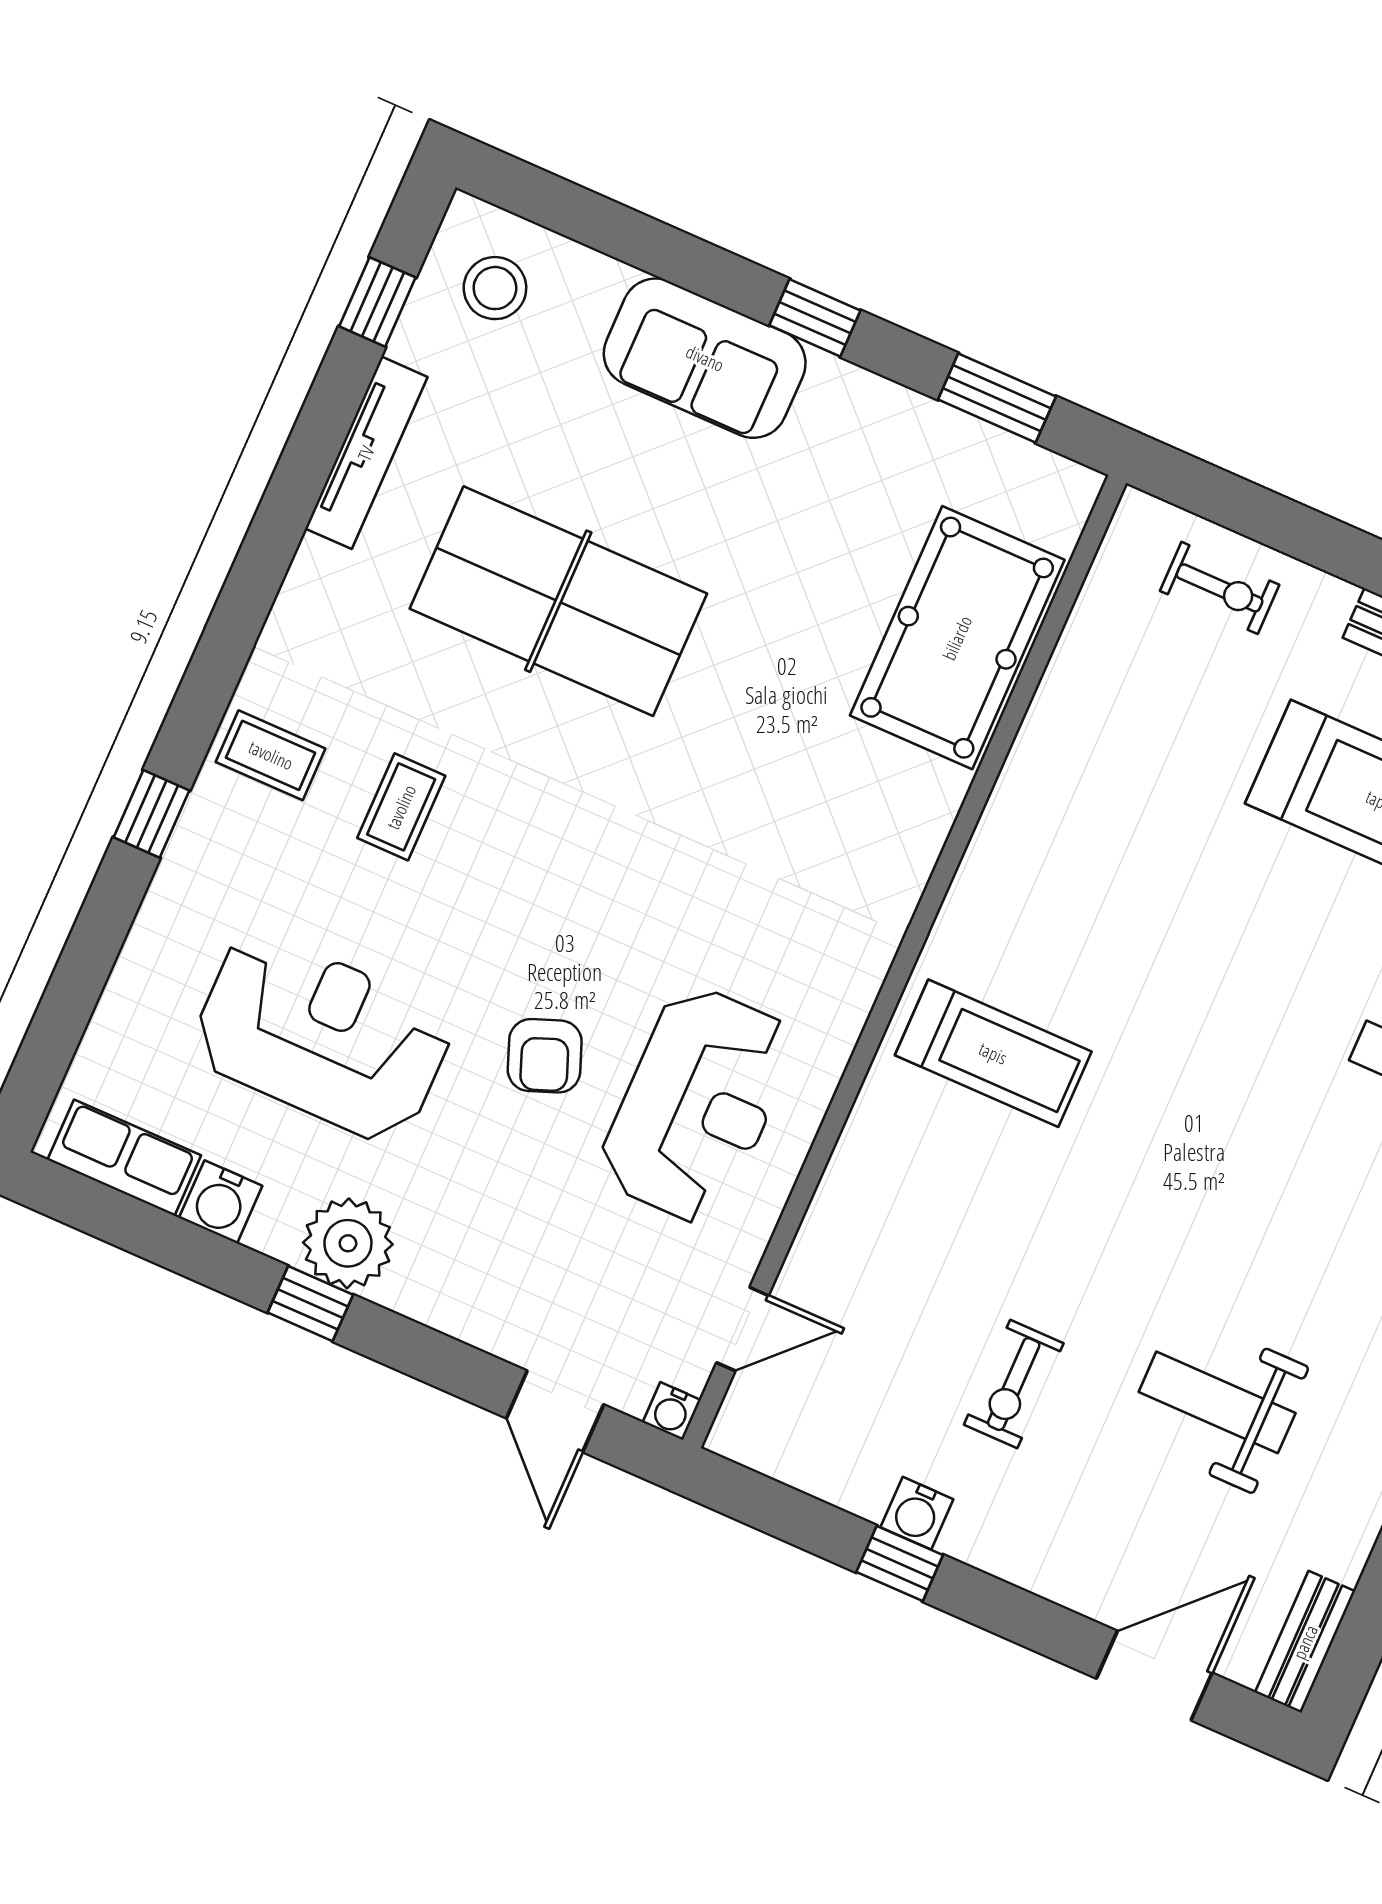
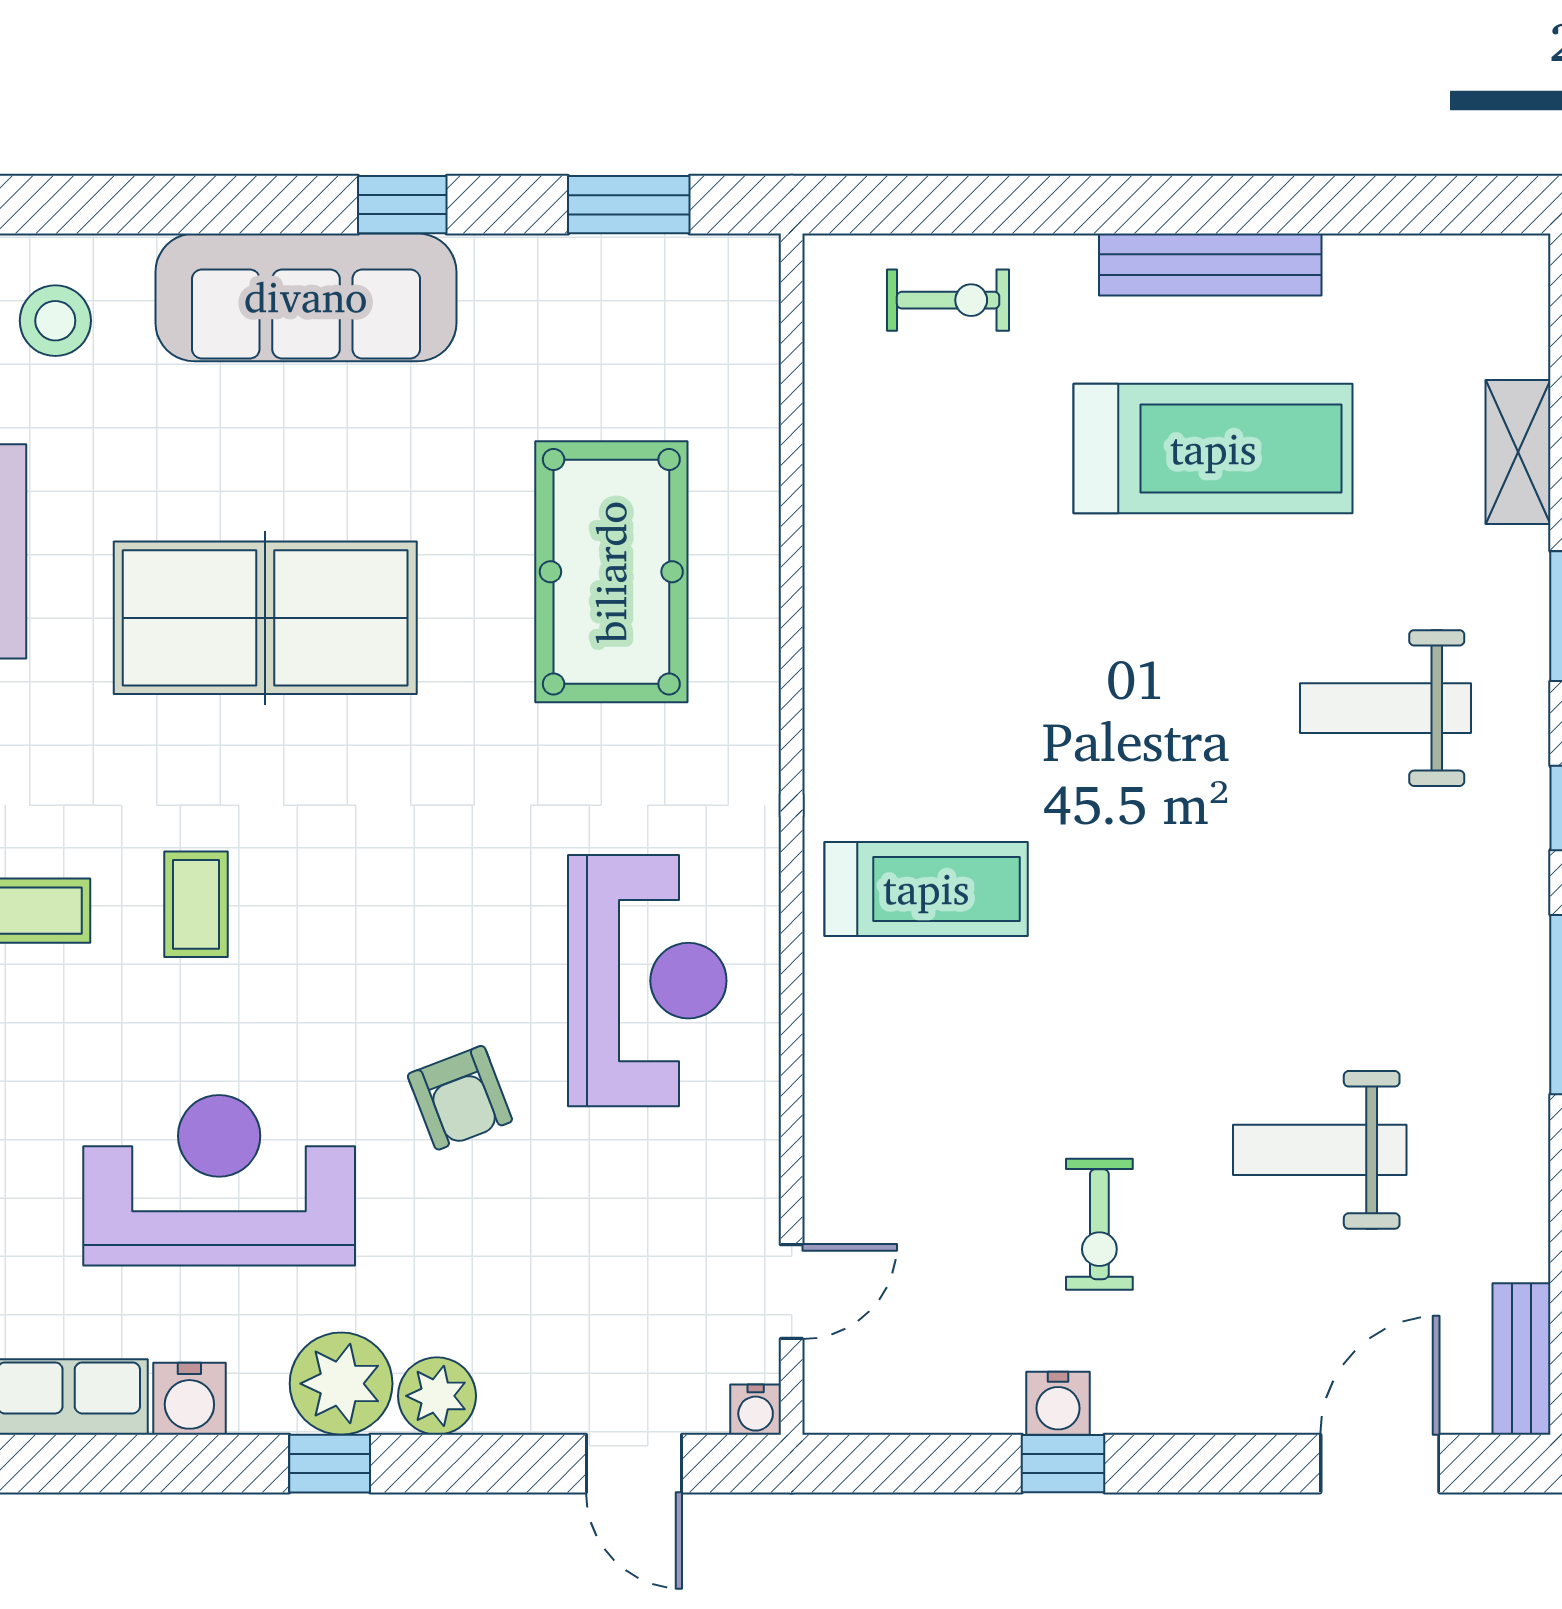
sofa: (705, 358) -> (306, 297), width x1.36
pool table: (957, 638) -> (611, 572), moved
reception desk: (697, 1105) -> (647, 981), moved
plant: (421, 1287) -> (437, 1396), added

